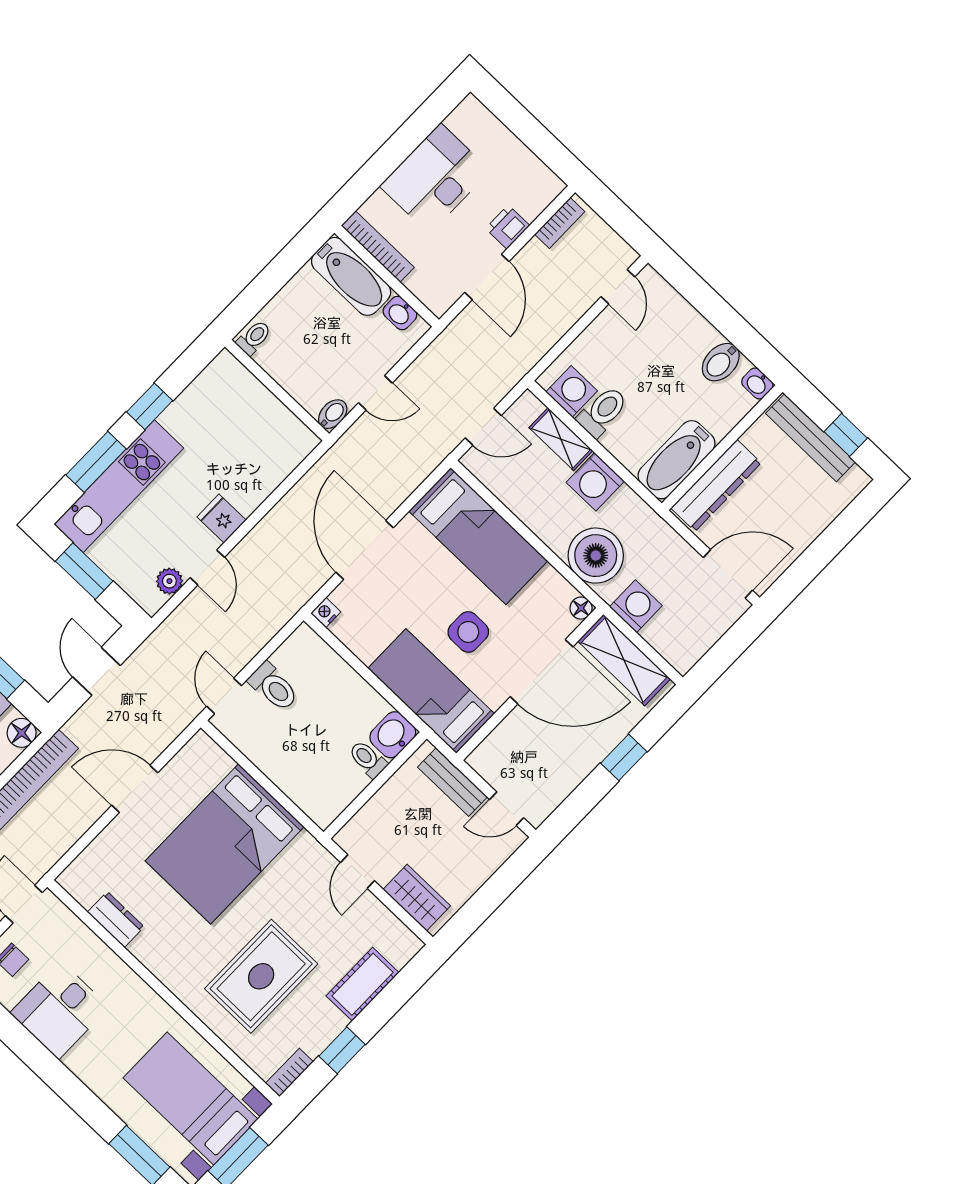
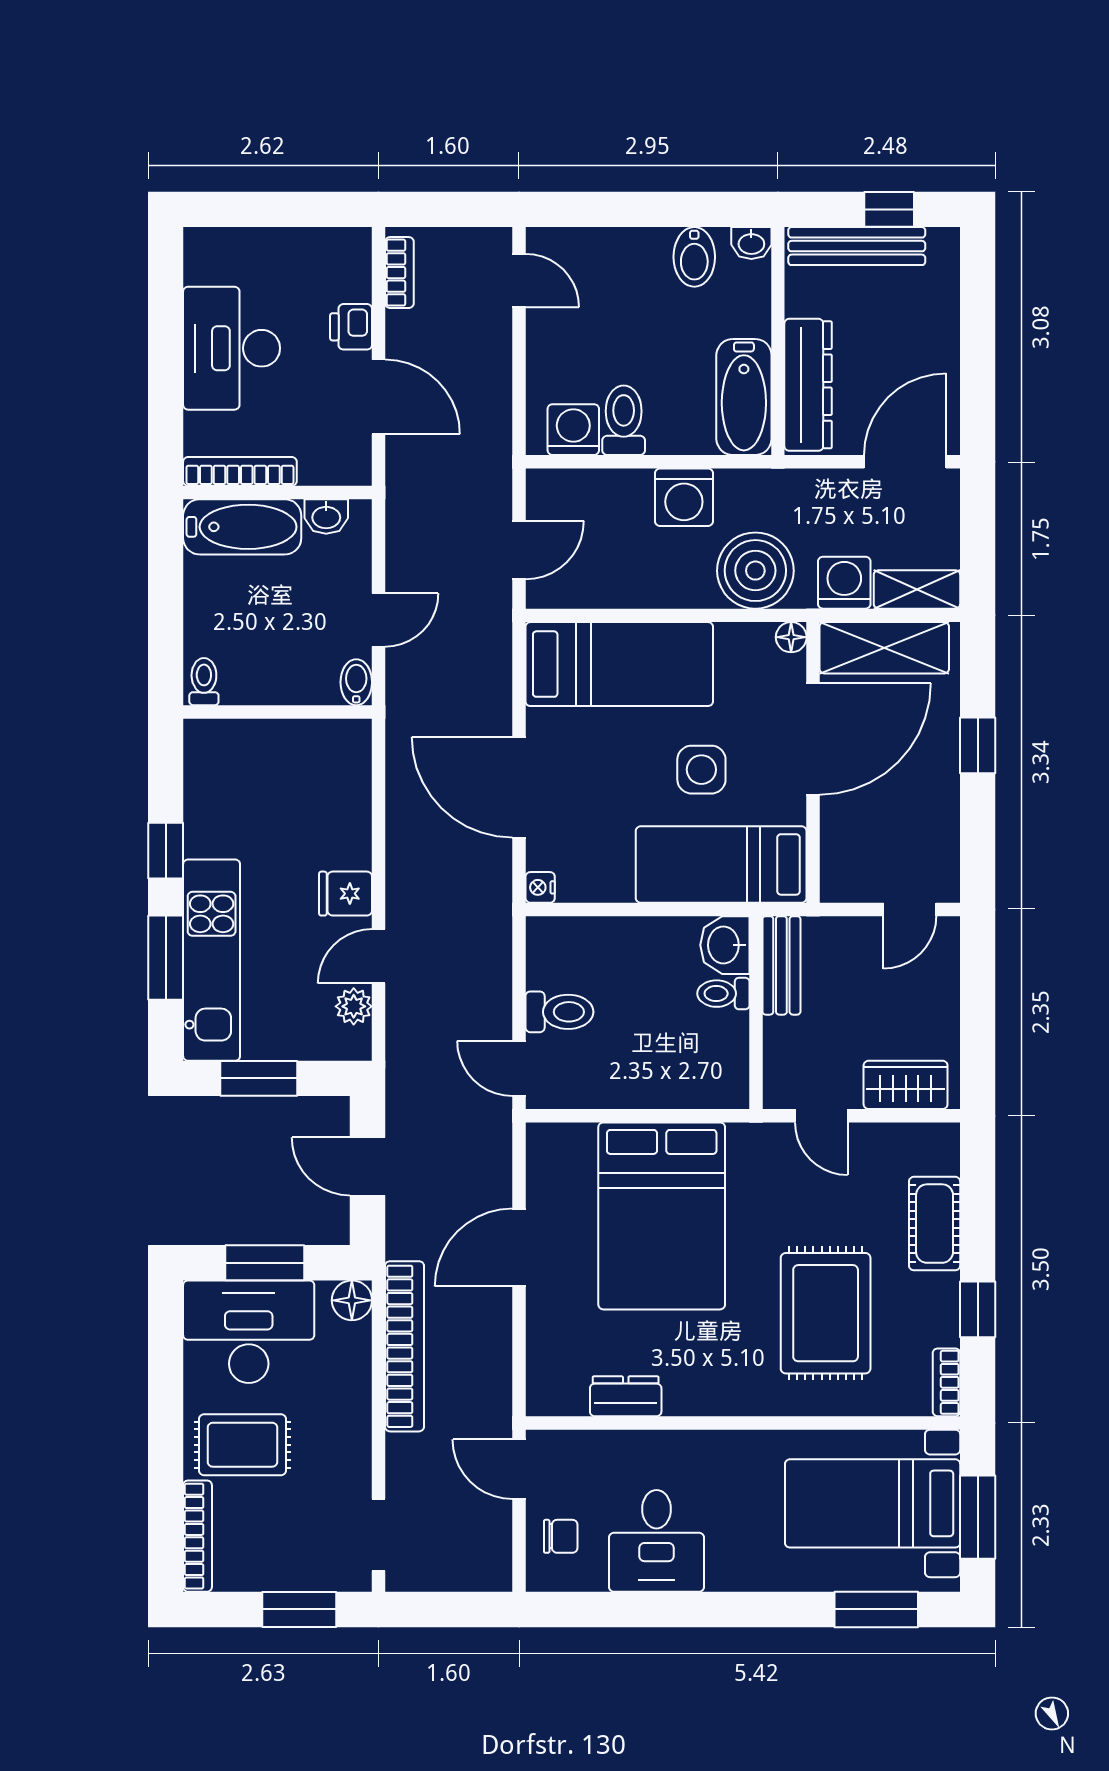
shelving: (561, 439) -> (917, 589), moved
door: (207, 568) -> (379, 956), swing flipped
bench: (452, 782) -> (781, 965), moved, turned 90

